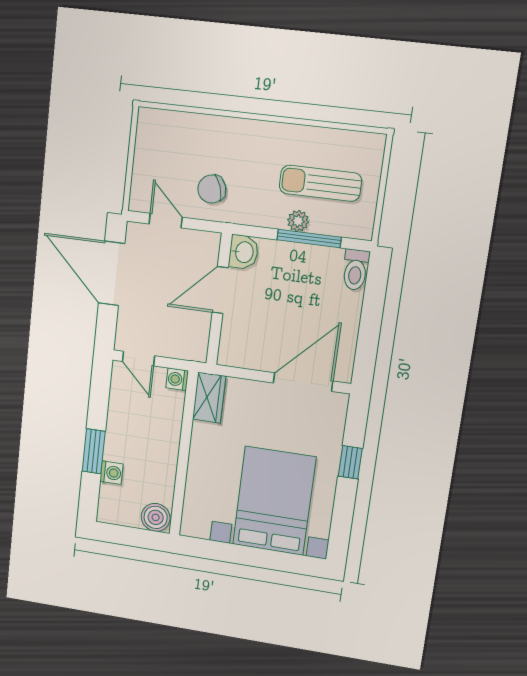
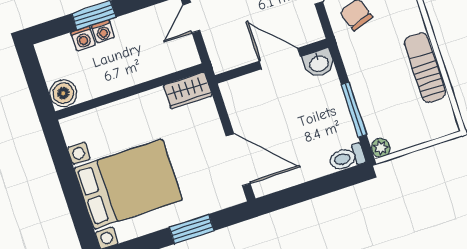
sun lounger: (320, 183) -> (425, 67), moved
plant: (298, 221) -> (381, 148), moved
washing machine: (177, 379) -> (103, 31), moved, turned 180
window: (350, 462) -> (192, 229), width x1.50

